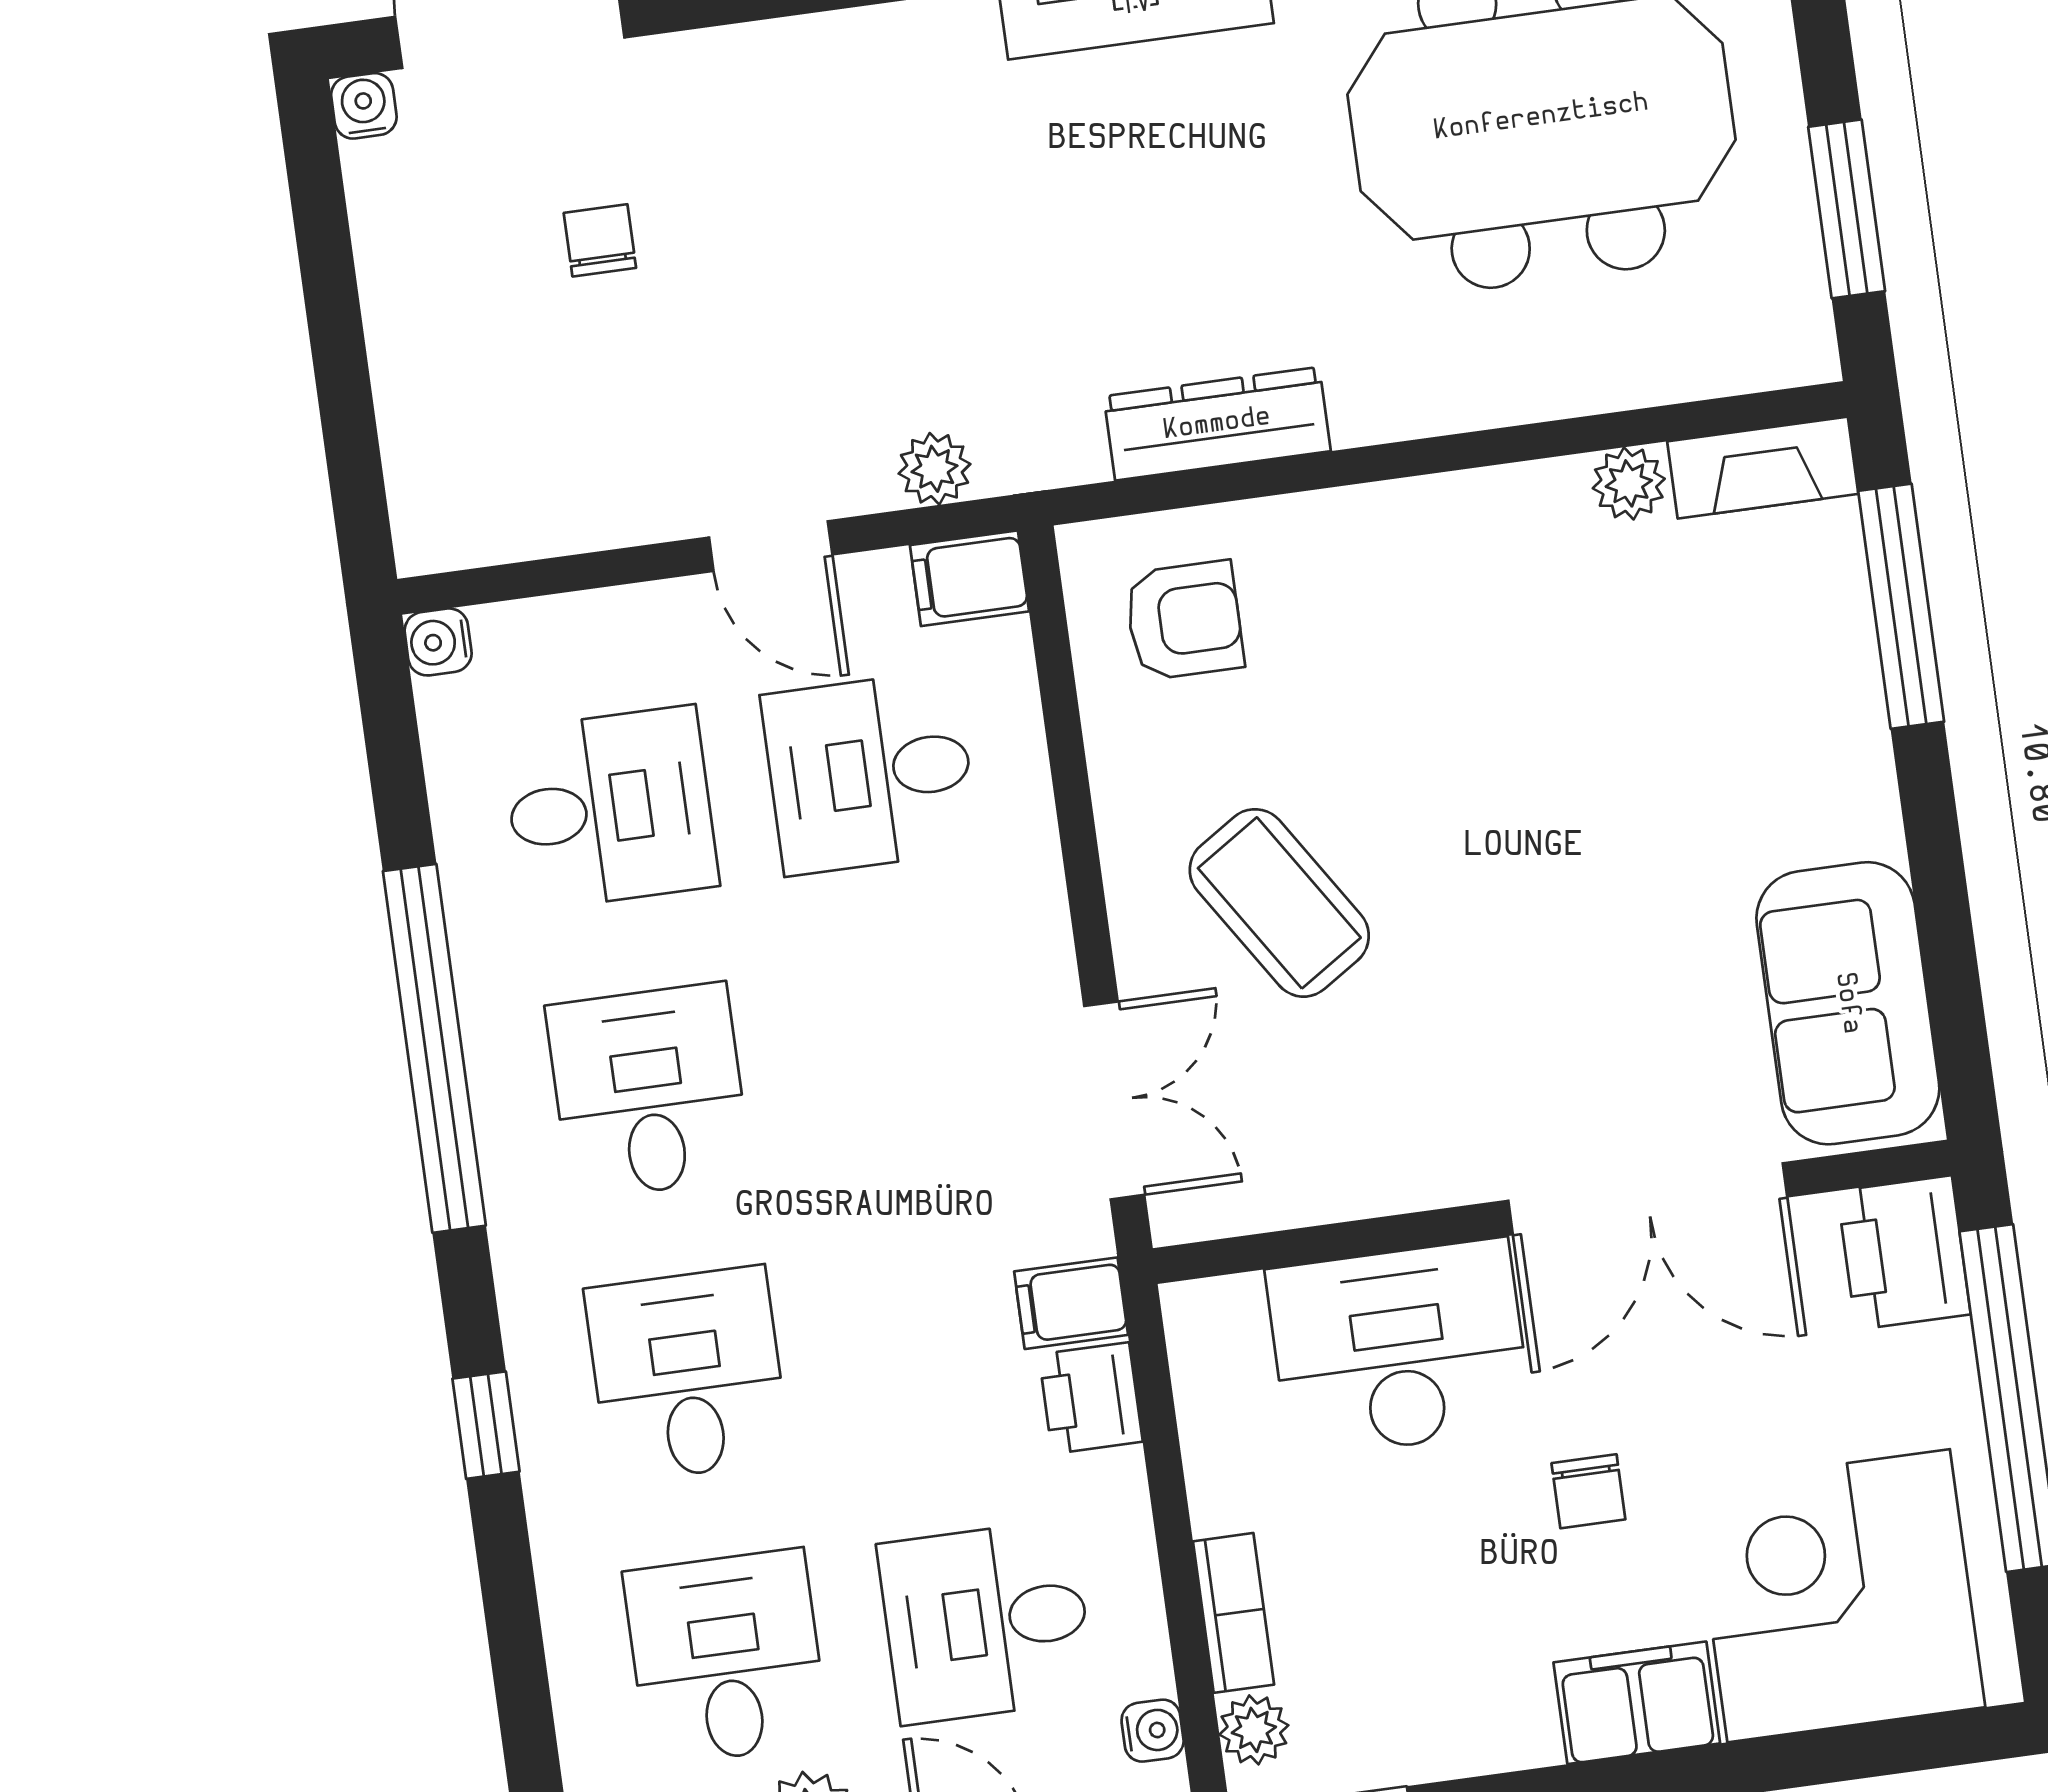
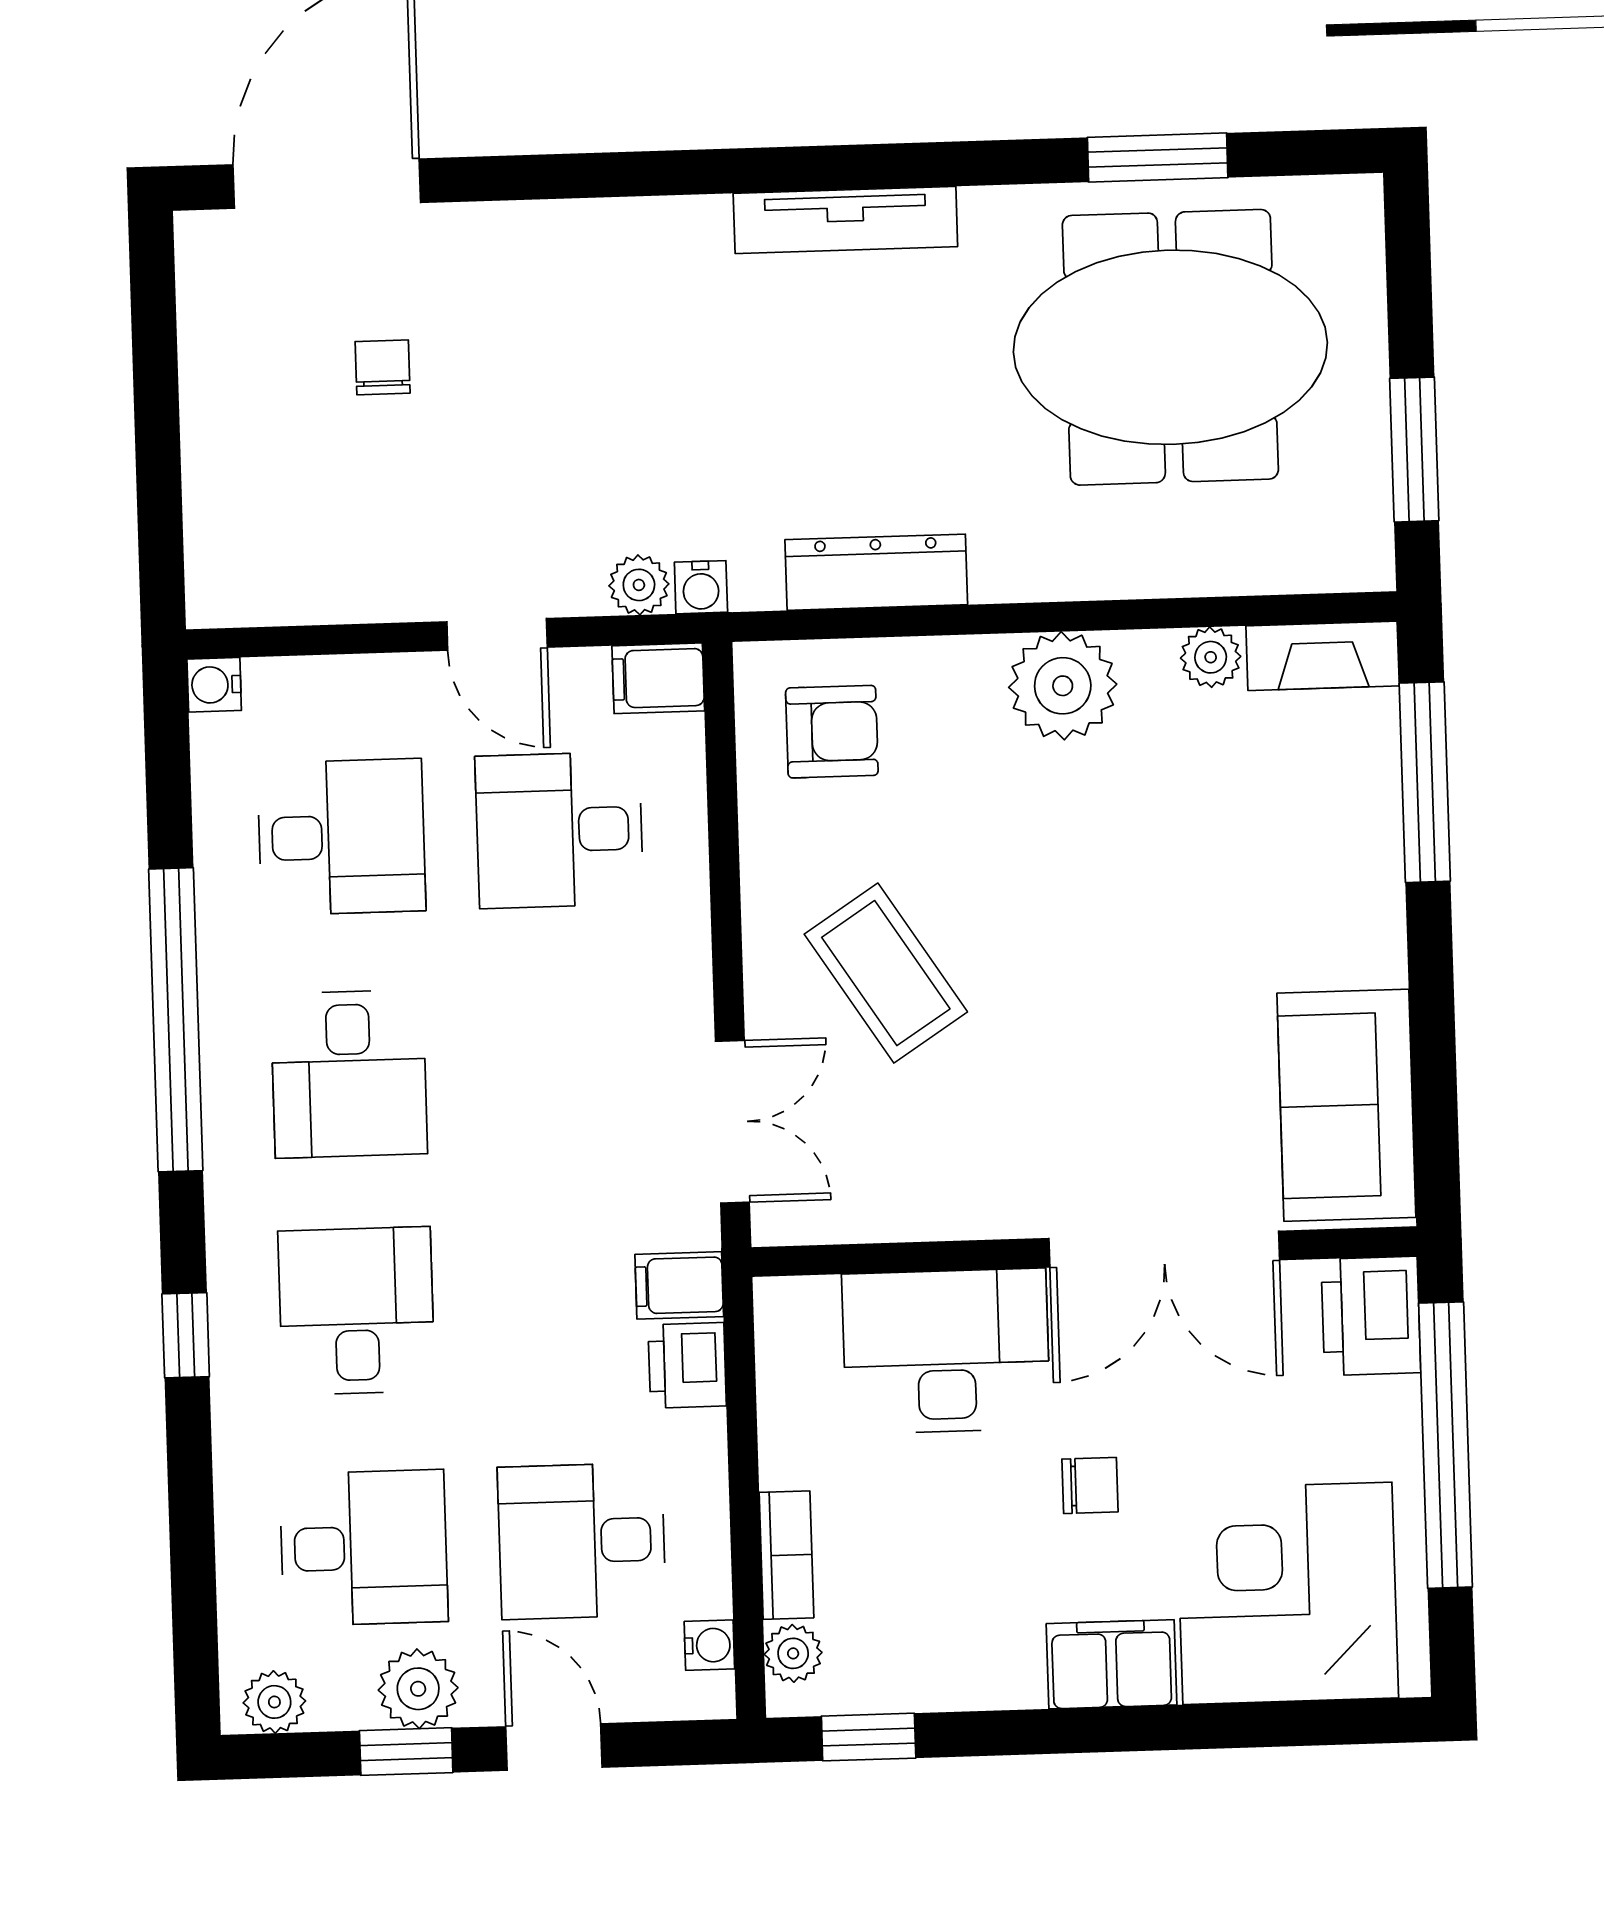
water cooler: (364, 106) -> (701, 587), moved, turned 180
plant: (1455, 536) -> (1063, 686), added
desk: (649, 1091) -> (349, 1074), turned 180
chair: (1588, 1491) -> (1090, 1485), turned -90
desk: (726, 1657) -> (364, 1548), turned 90

